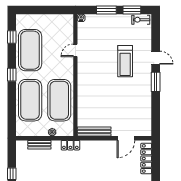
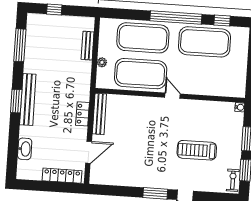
door: (75, 50) -> (173, 96), moved
treadmill: (125, 61) -> (197, 150), moved
window: (12, 75) -> (176, 18), width x3.17
door: (126, 138) -> (89, 152), swing flipped
locker: (70, 145) -> (83, 114), moved

